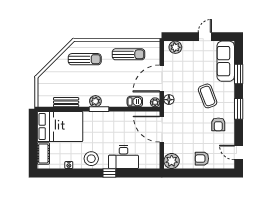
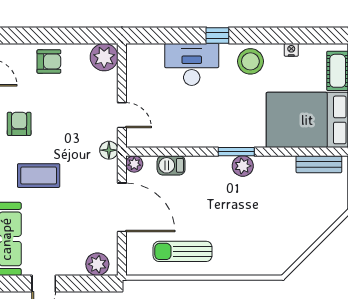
sun lounger: (85, 59) -> (262, 242), removed
door: (162, 78) -> (122, 207), hinge flipped
coffee table: (208, 96) -> (39, 176), turned -69
floor lamp: (169, 100) -> (109, 150), moved
bench: (66, 102) -> (319, 164), moved
door: (162, 129) -> (122, 115), width x0.53

